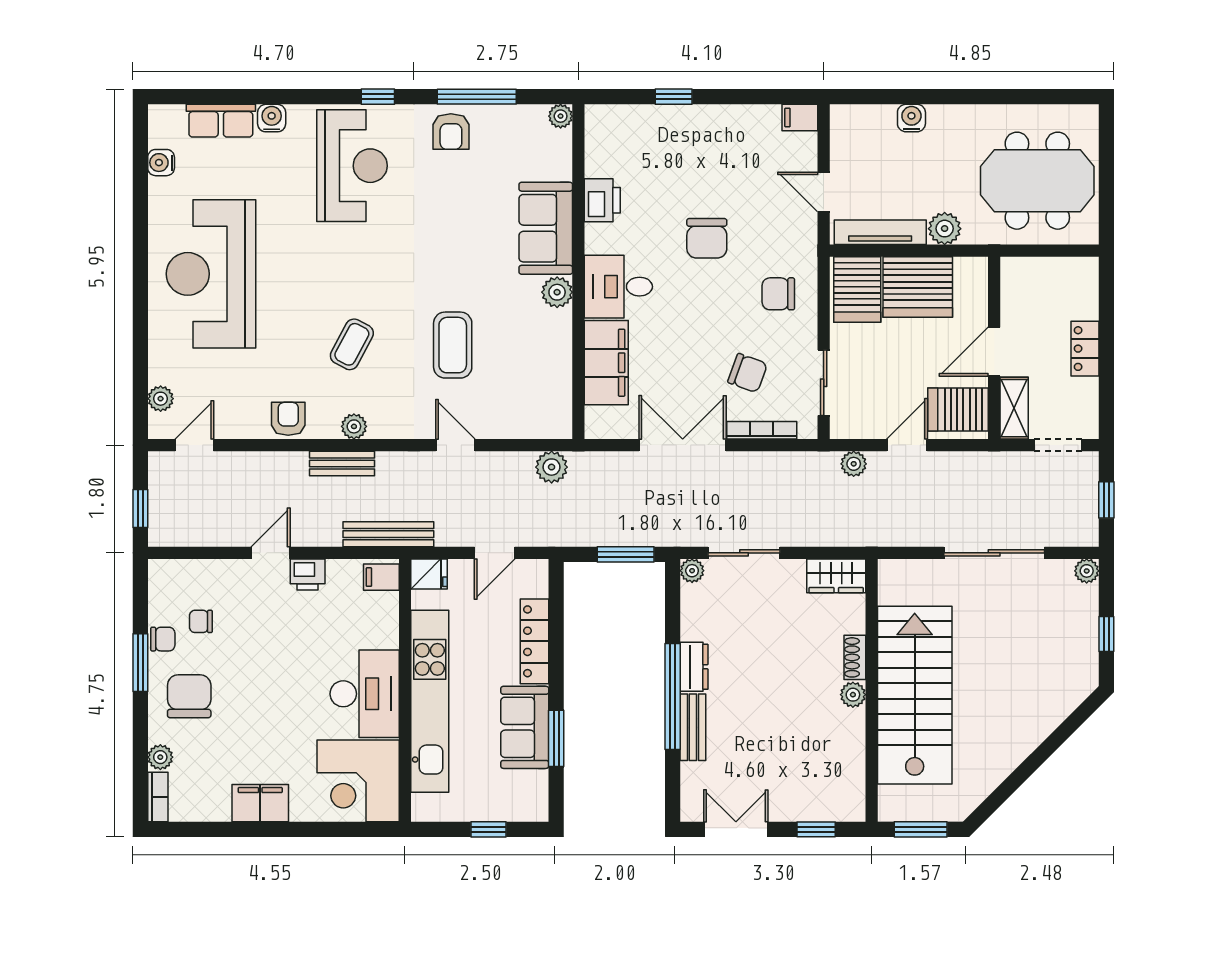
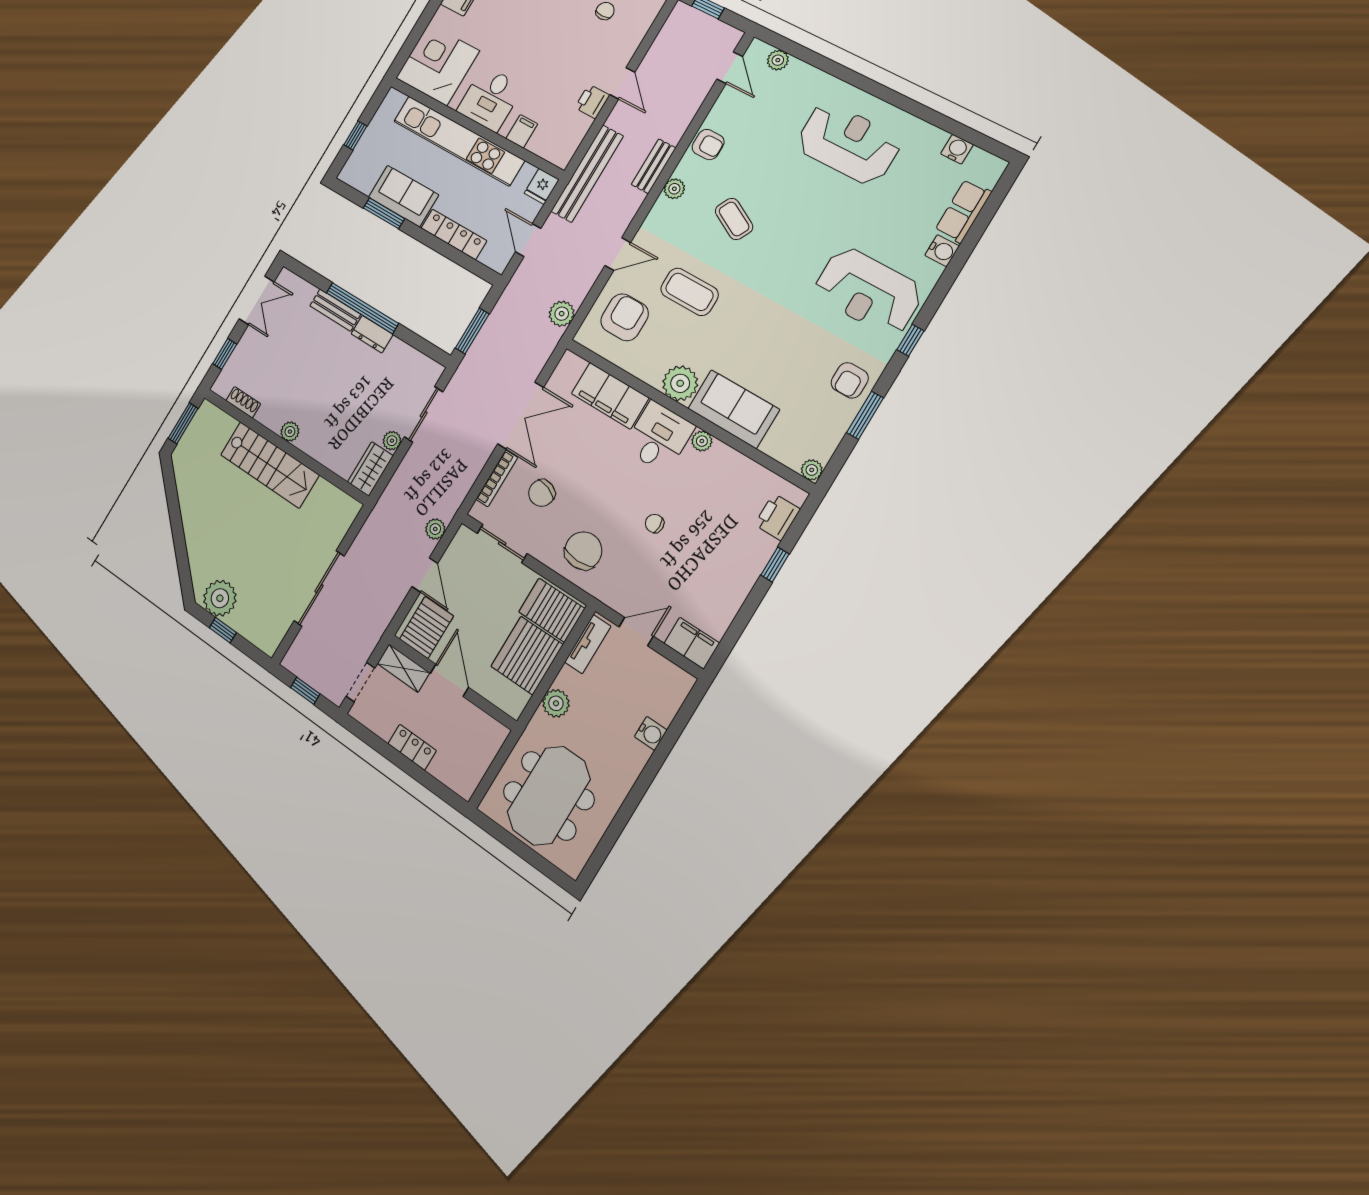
window: (477, 97) -> (865, 415), width x0.69
filing cabinet: (800, 118) -> (692, 643), width x2.00
armchair: (451, 132) -> (850, 380), turned -90
printer: (602, 200) -> (777, 517), moved, turned 90
tv unit: (880, 232) -> (588, 644), width x0.71
chair: (707, 238) -> (655, 523), width x0.54, depth x0.54
plant: (596, 241) -> (702, 441), added
reception desk: (211, 274) -> (848, 143), width x0.74, depth x0.77
plant: (557, 292) -> (680, 383), width x1.36, depth x1.36
chair: (778, 294) -> (583, 551), width x1.37, depth x1.37
armchair: (517, 397) -> (625, 317), added
bench: (388, 534) -> (587, 174), width x1.37, depth x1.21
plant: (692, 571) -> (392, 441), moved
plant: (1087, 571) -> (220, 598), moved, width x1.87, depth x1.87
filing cabinet: (381, 577) -> (522, 131), moved
shoe rack: (855, 657) -> (243, 402), moved
desk: (365, 694) -> (490, 99), width x0.73
stairs: (915, 695) -> (270, 465), width x0.73, depth x0.66

